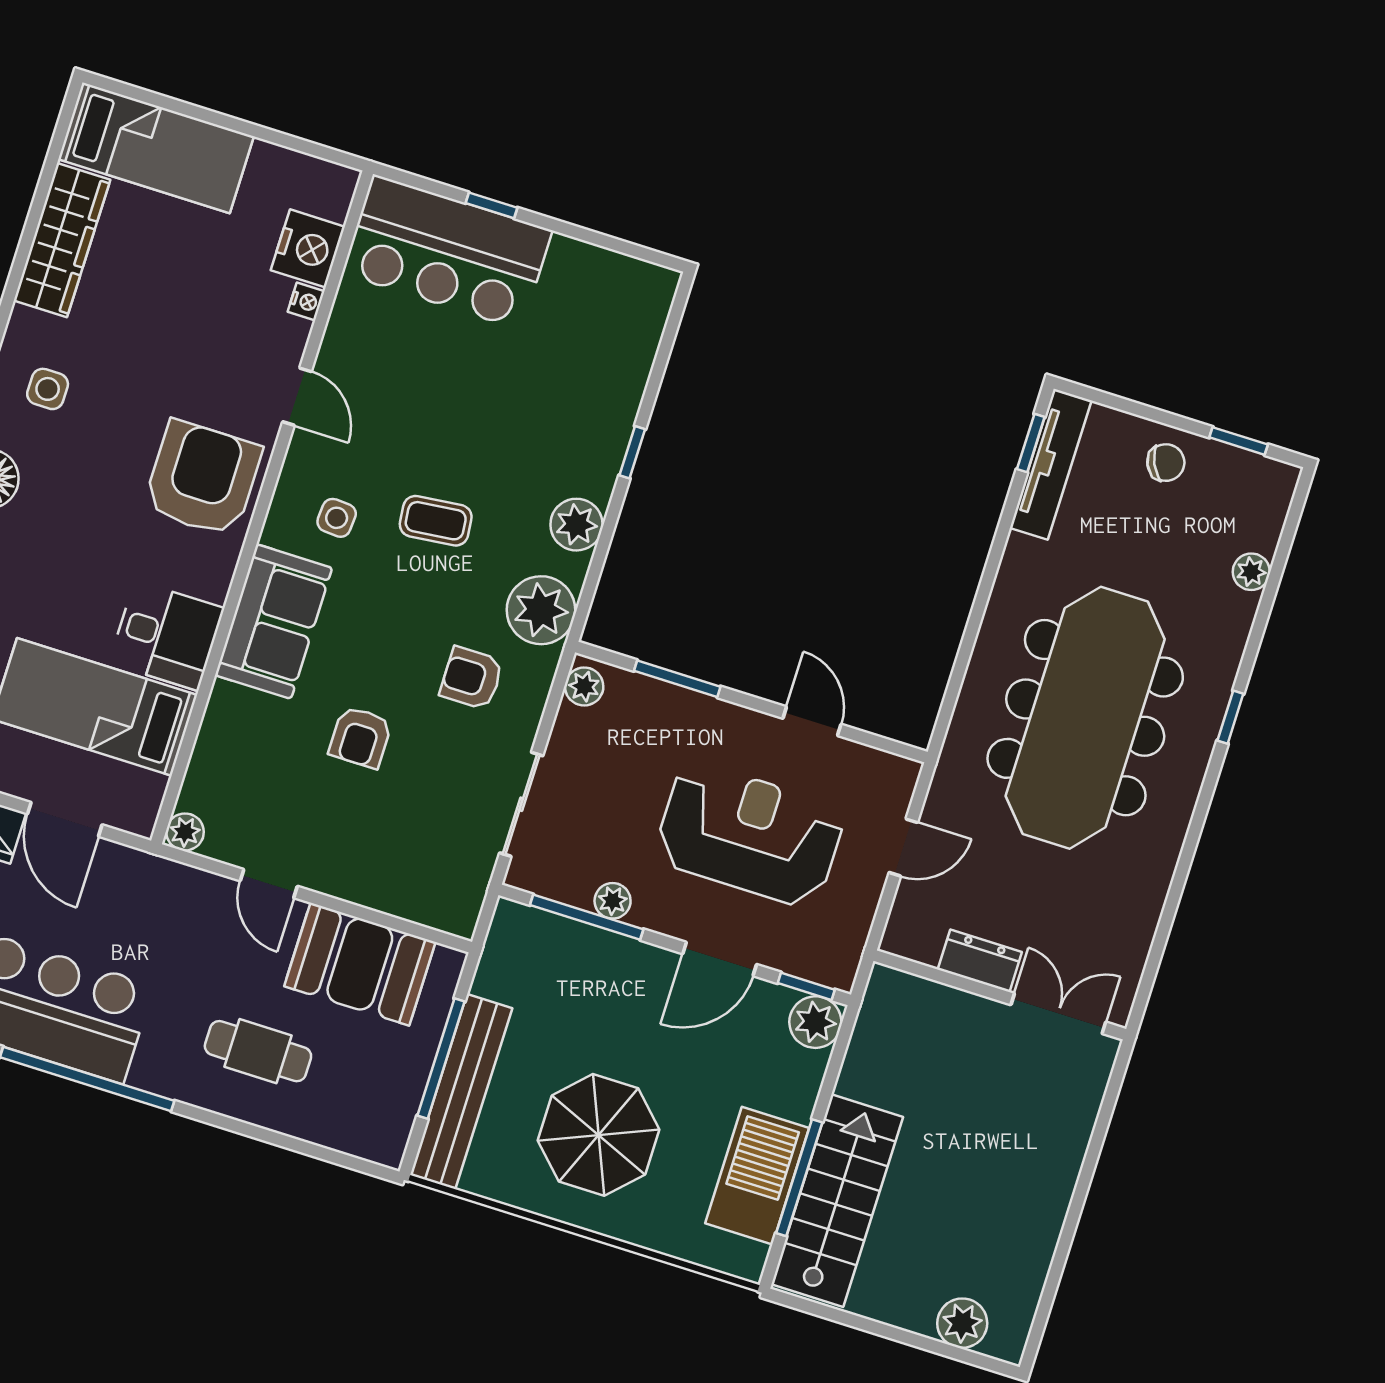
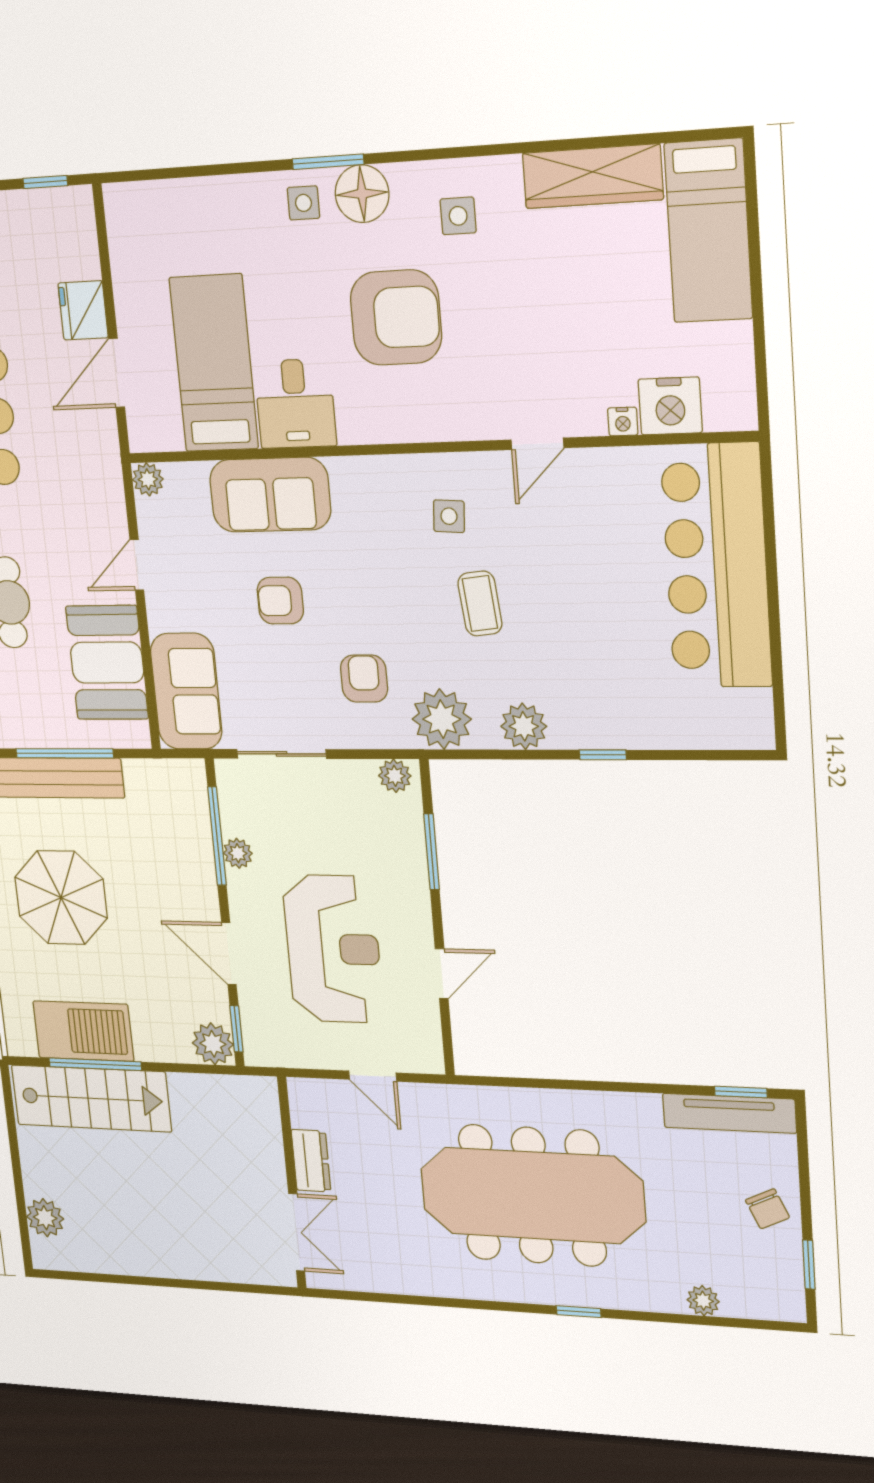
window: (491, 205) -> (771, 559), removed
bar counter: (447, 252) -> (716, 566), width x1.36
armchair: (203, 478) -> (396, 318), moved
sofa: (274, 622) -> (270, 495), moved
sofa: (420, 885) -> (186, 691), added

